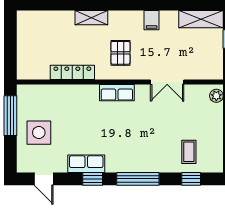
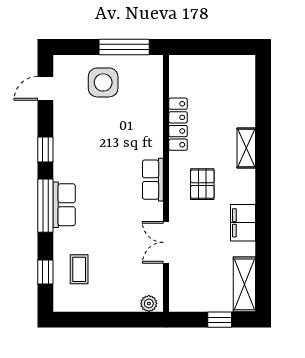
filing cabinet: (152, 20) -> (243, 223), width x2.00
pallet: (120, 53) -> (202, 184), turned 90
coffee table: (189, 152) -> (79, 269), turned 90
row of seats: (86, 164) -> (64, 205), moved

